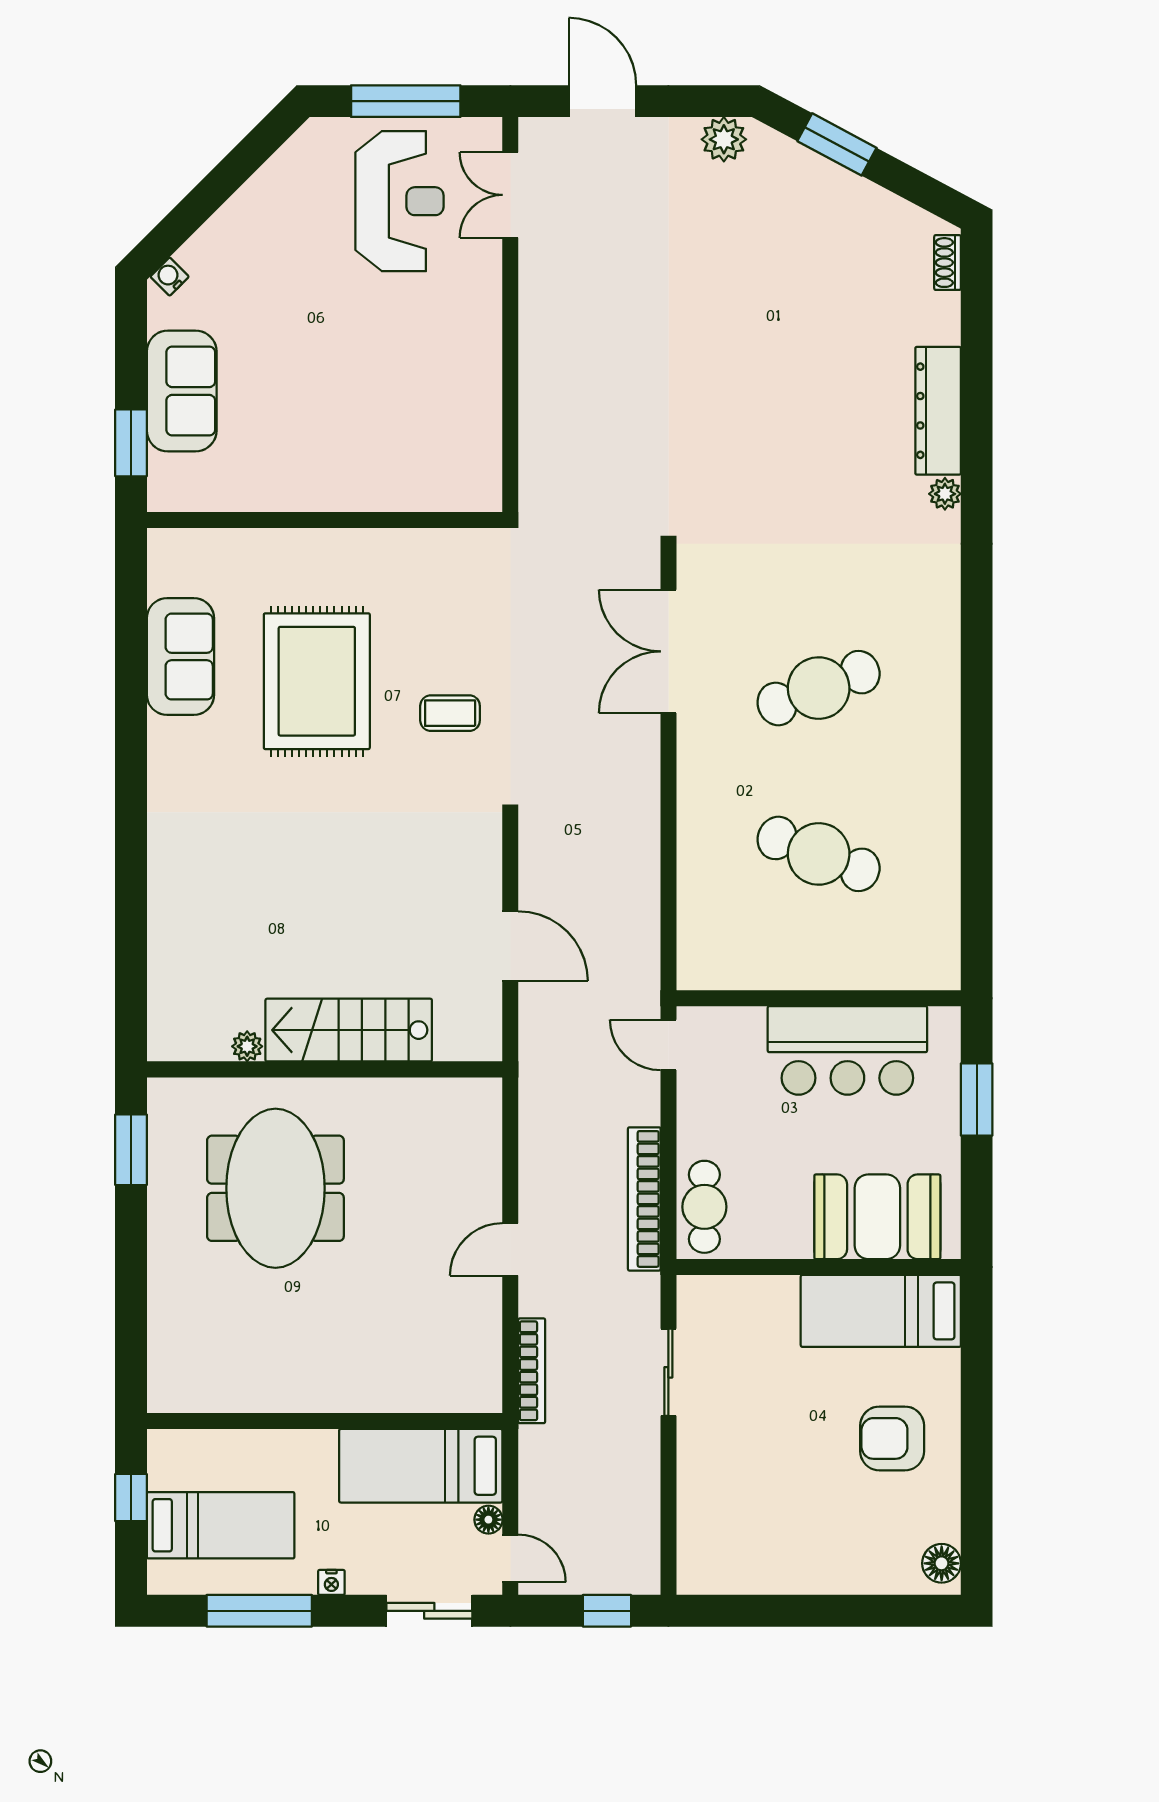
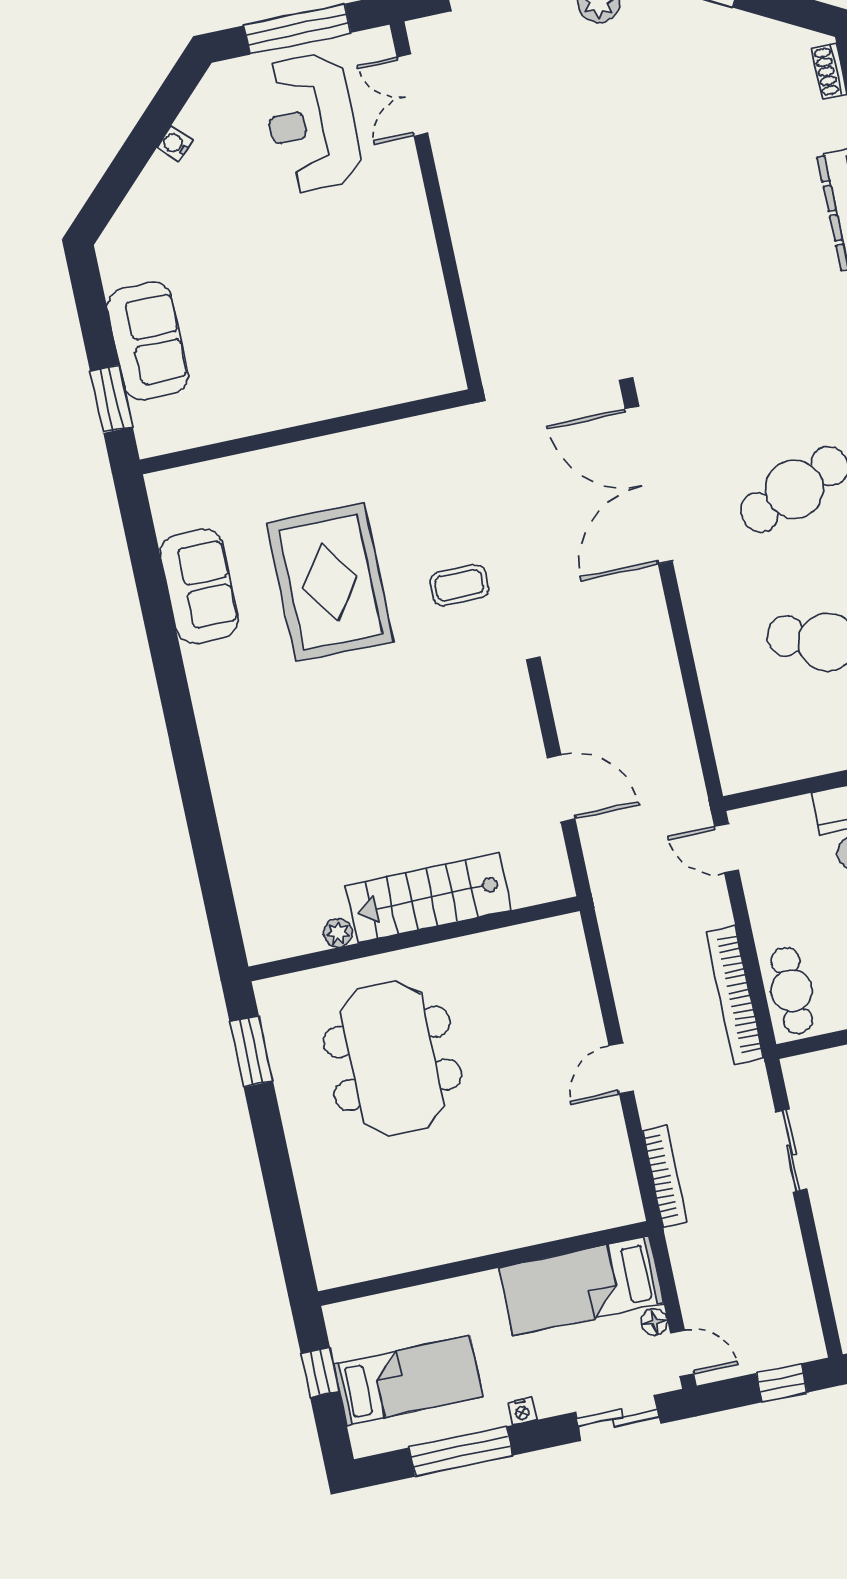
reception desk: (399, 201) -> (311, 123), turned 180
water cooler: (170, 277) -> (175, 144), moved
double door: (668, 651) -> (649, 485), width x1.36

